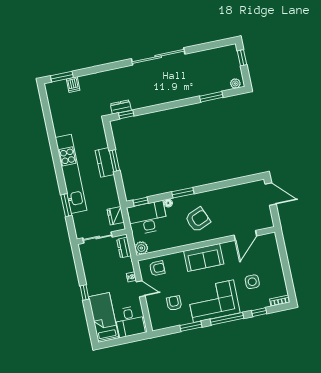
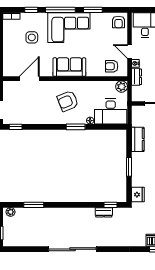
dresser: (121, 107) -> (104, 212), moved
kitchen counter: (105, 162) -> (138, 139), moved
window: (141, 202) -> (16, 127), moved
fridge: (116, 216) -> (138, 195), moved
dresser: (124, 248) -> (136, 77), moved
armchair: (174, 303) -> (118, 22), moved

